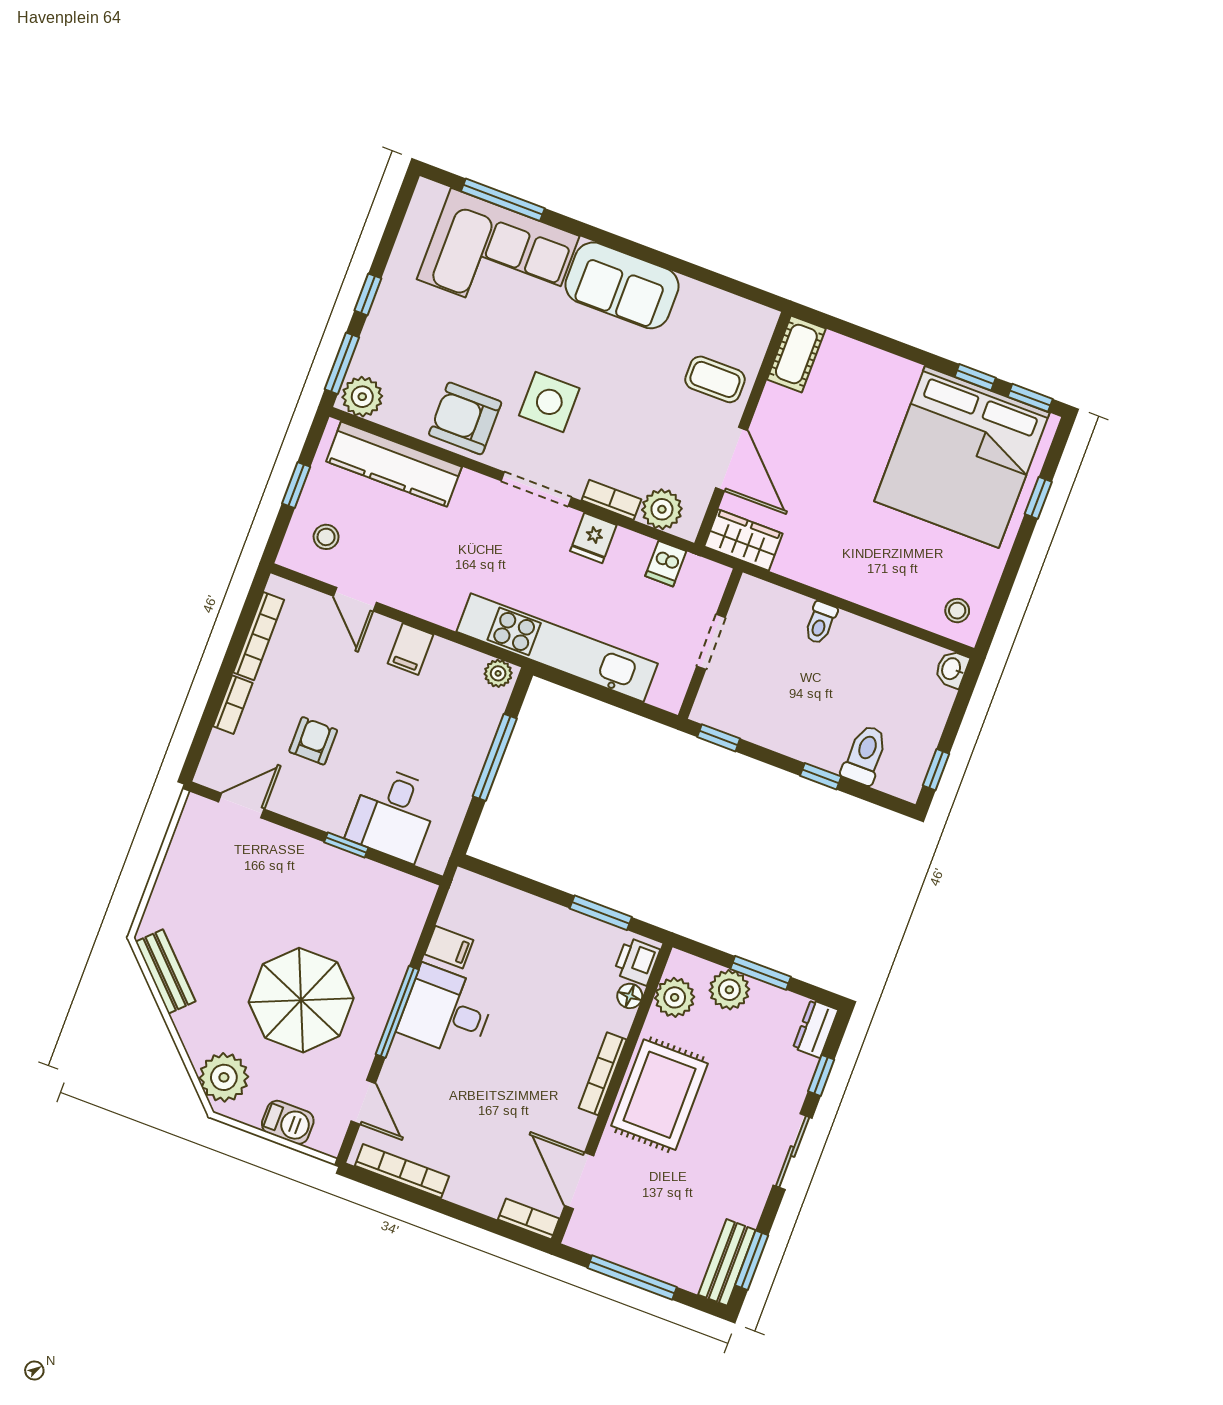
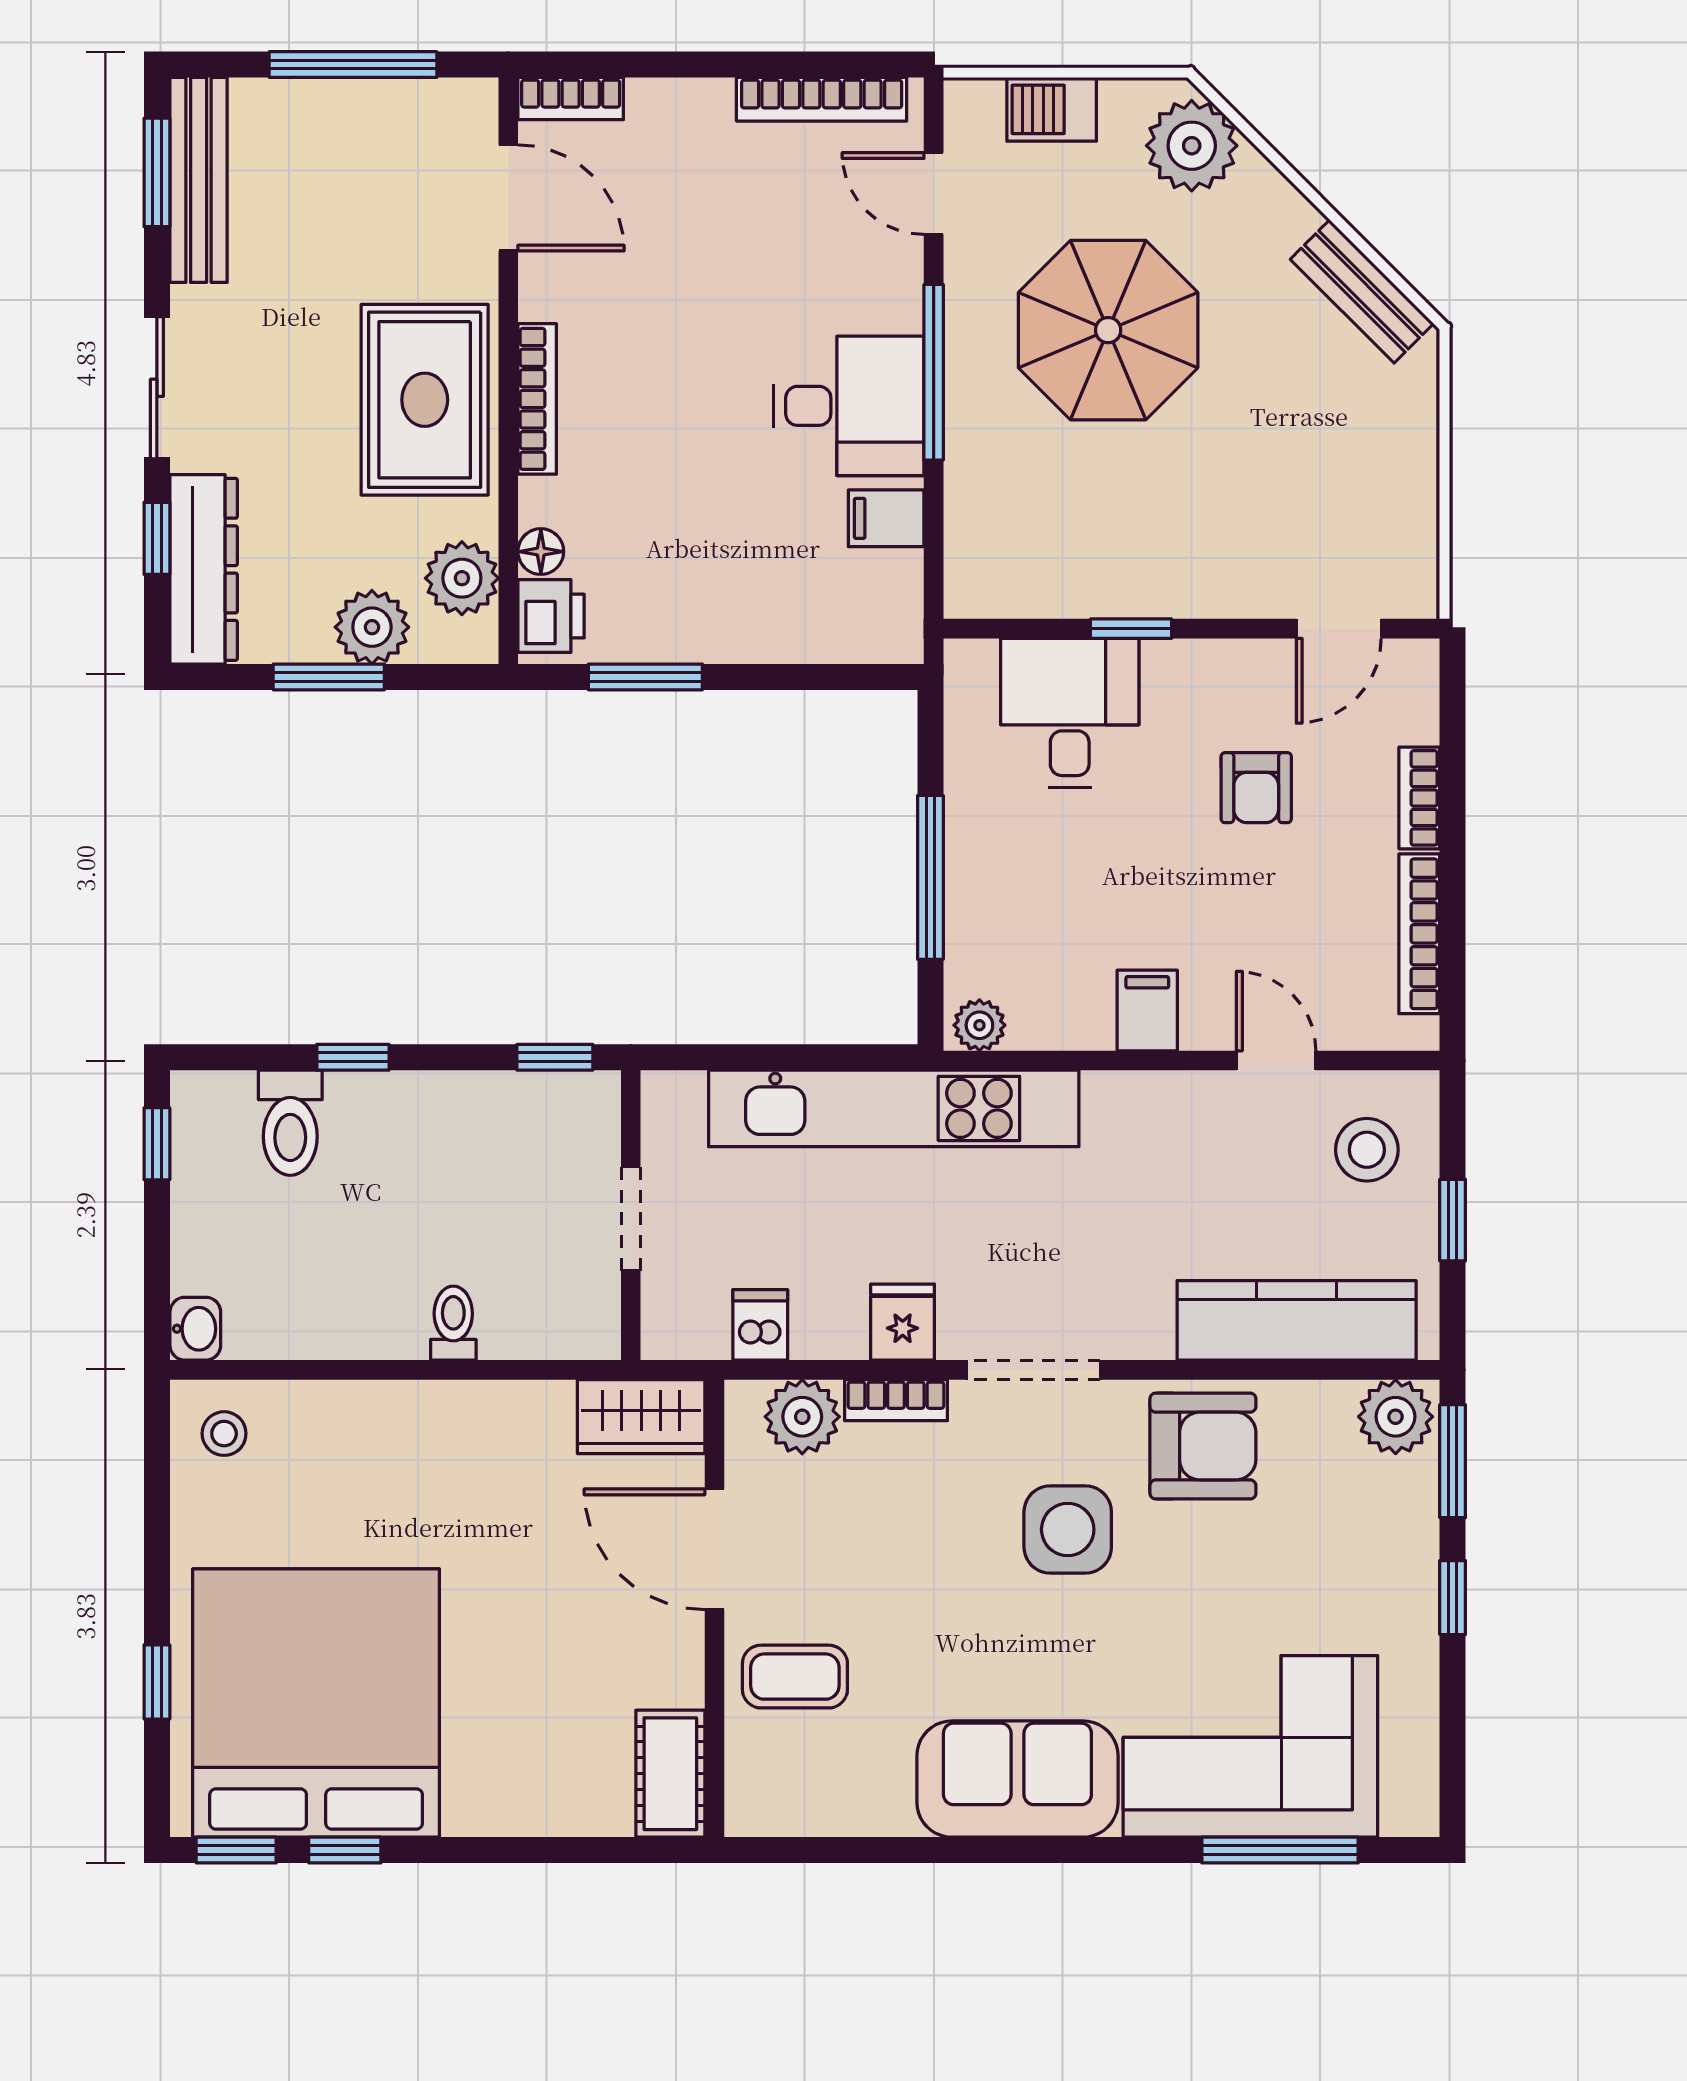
stool: (326, 537) -> (1367, 1150), width x1.37, depth x1.37
dresser: (816, 1029) -> (204, 569), width x1.96, depth x1.24
bench: (727, 1262) -> (199, 180), width x1.36

